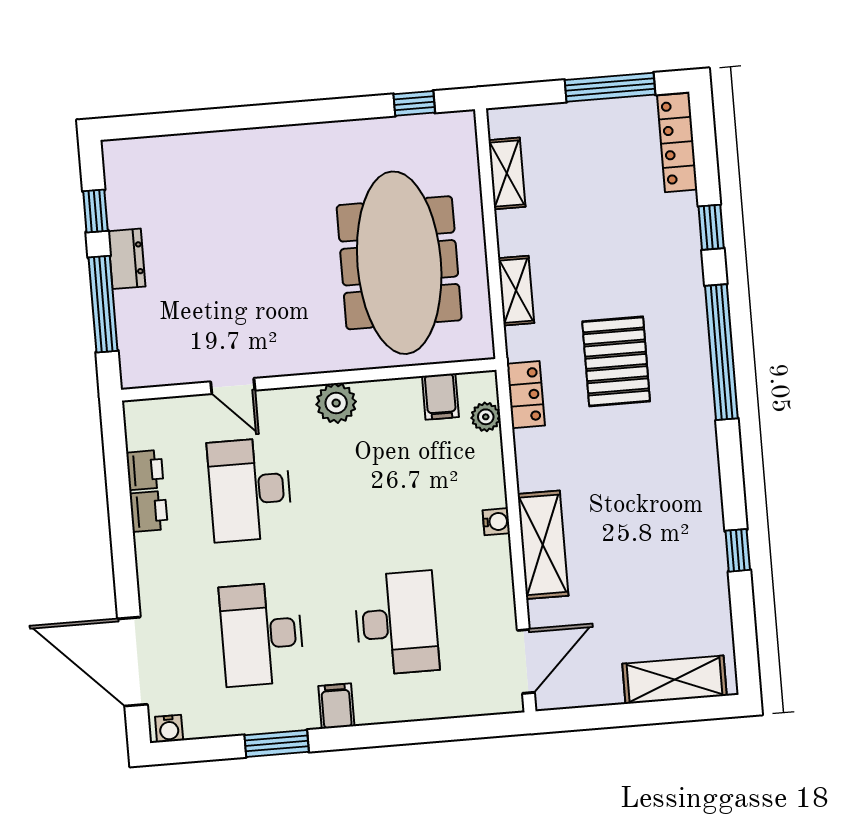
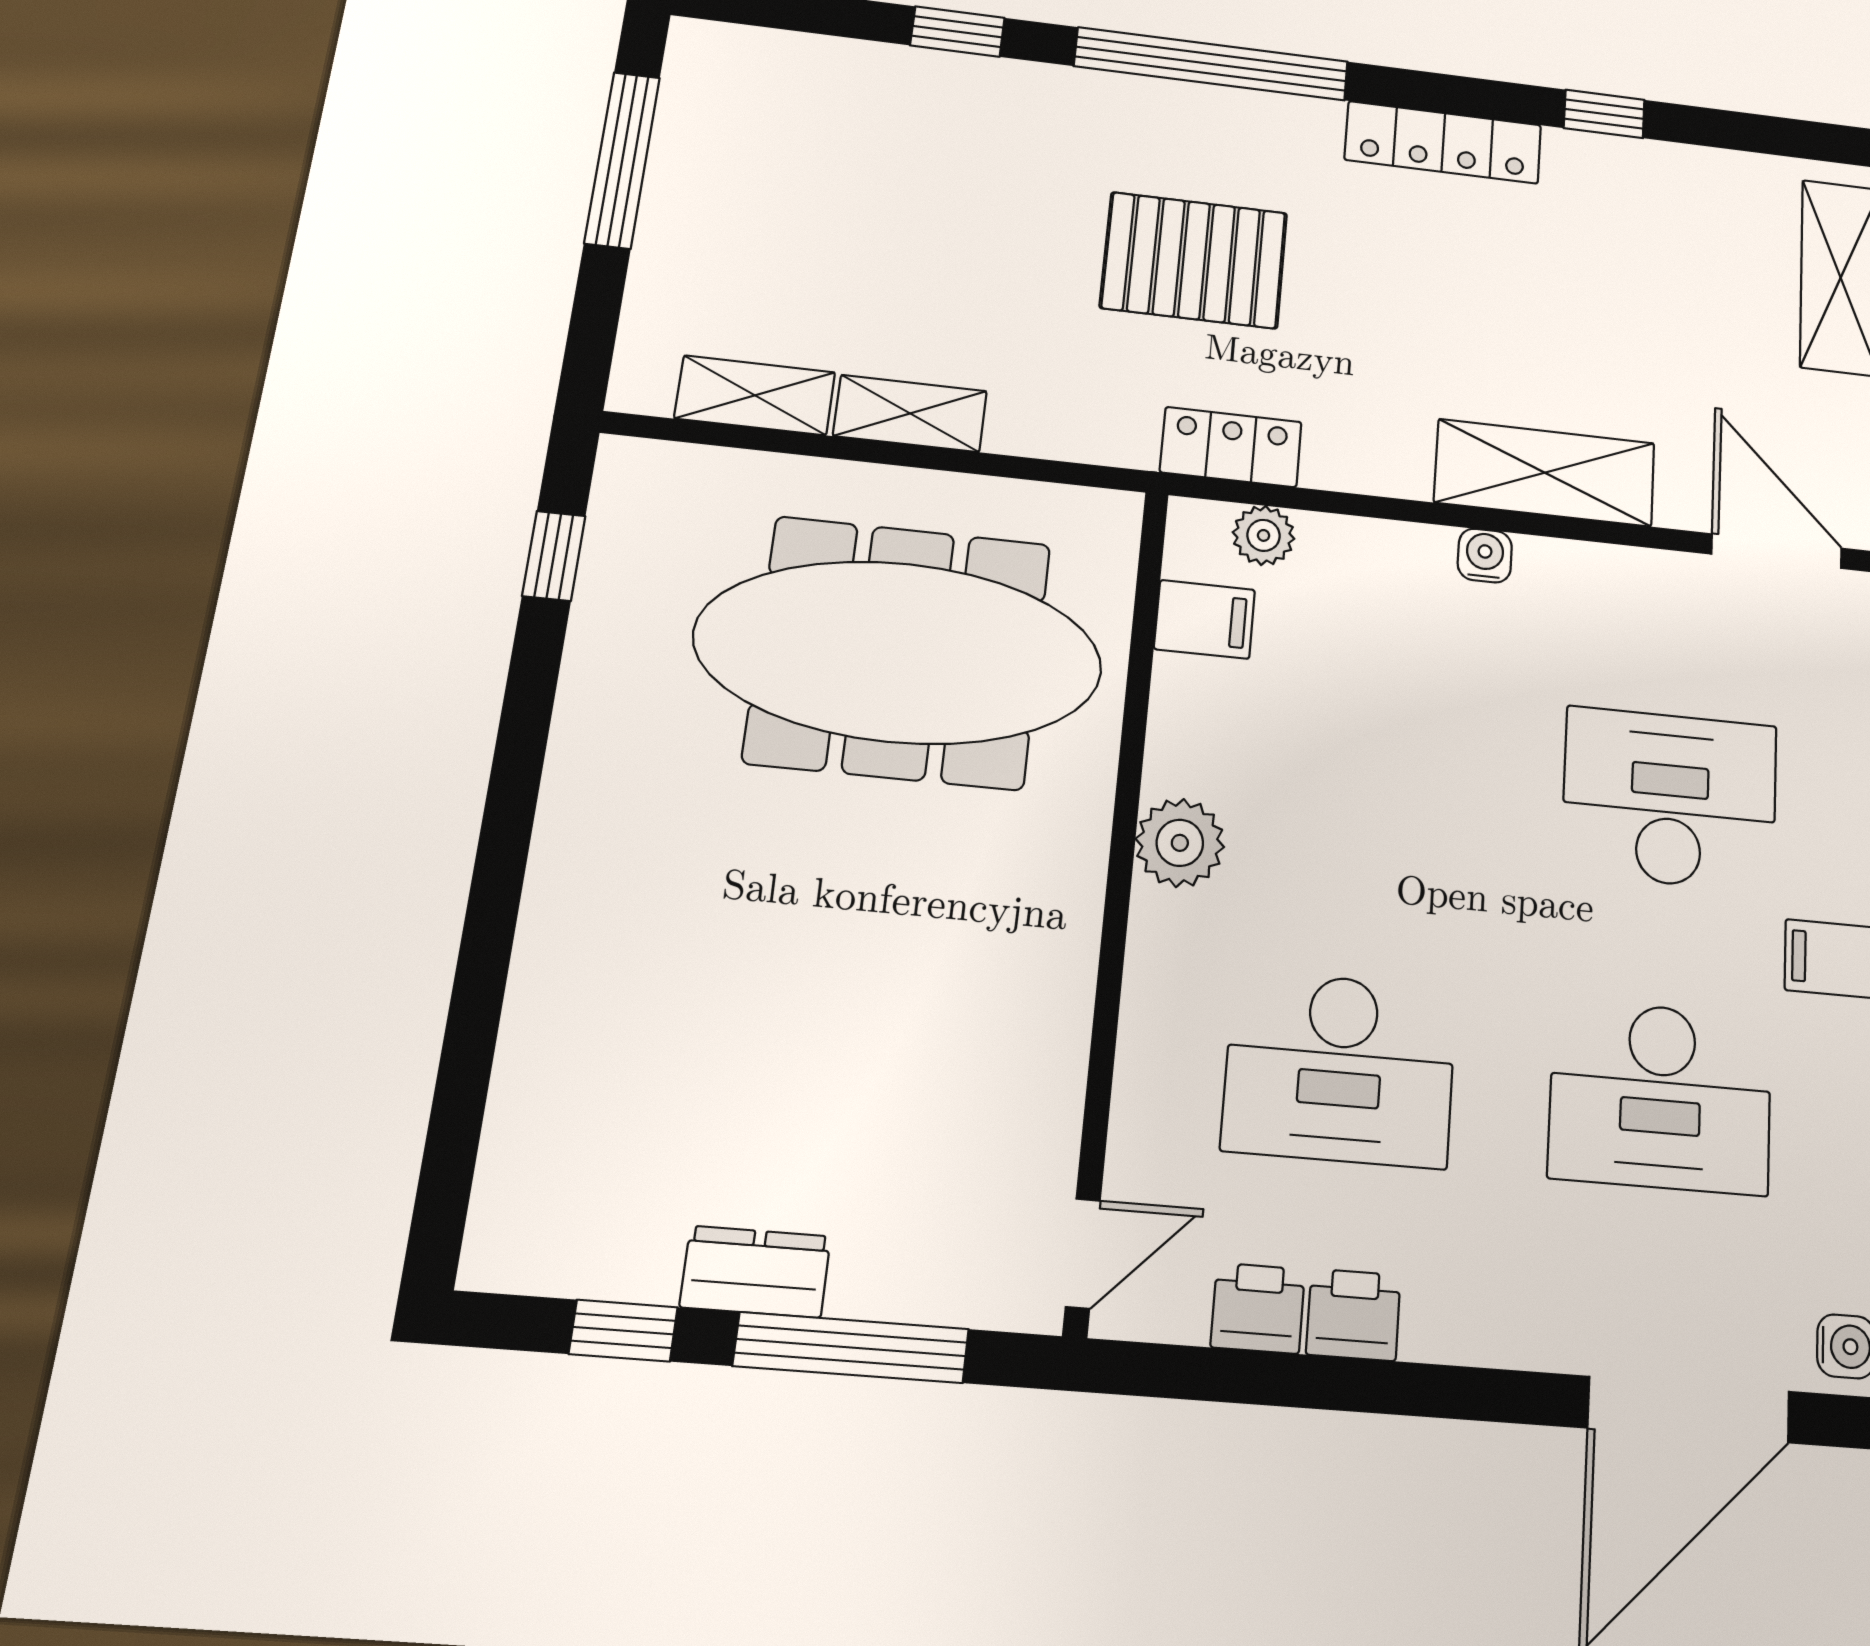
locker: (677, 142) -> (1443, 142), moved
shelving: (516, 291) -> (910, 413), moved
door: (233, 386) -> (1083, 1254), moved

